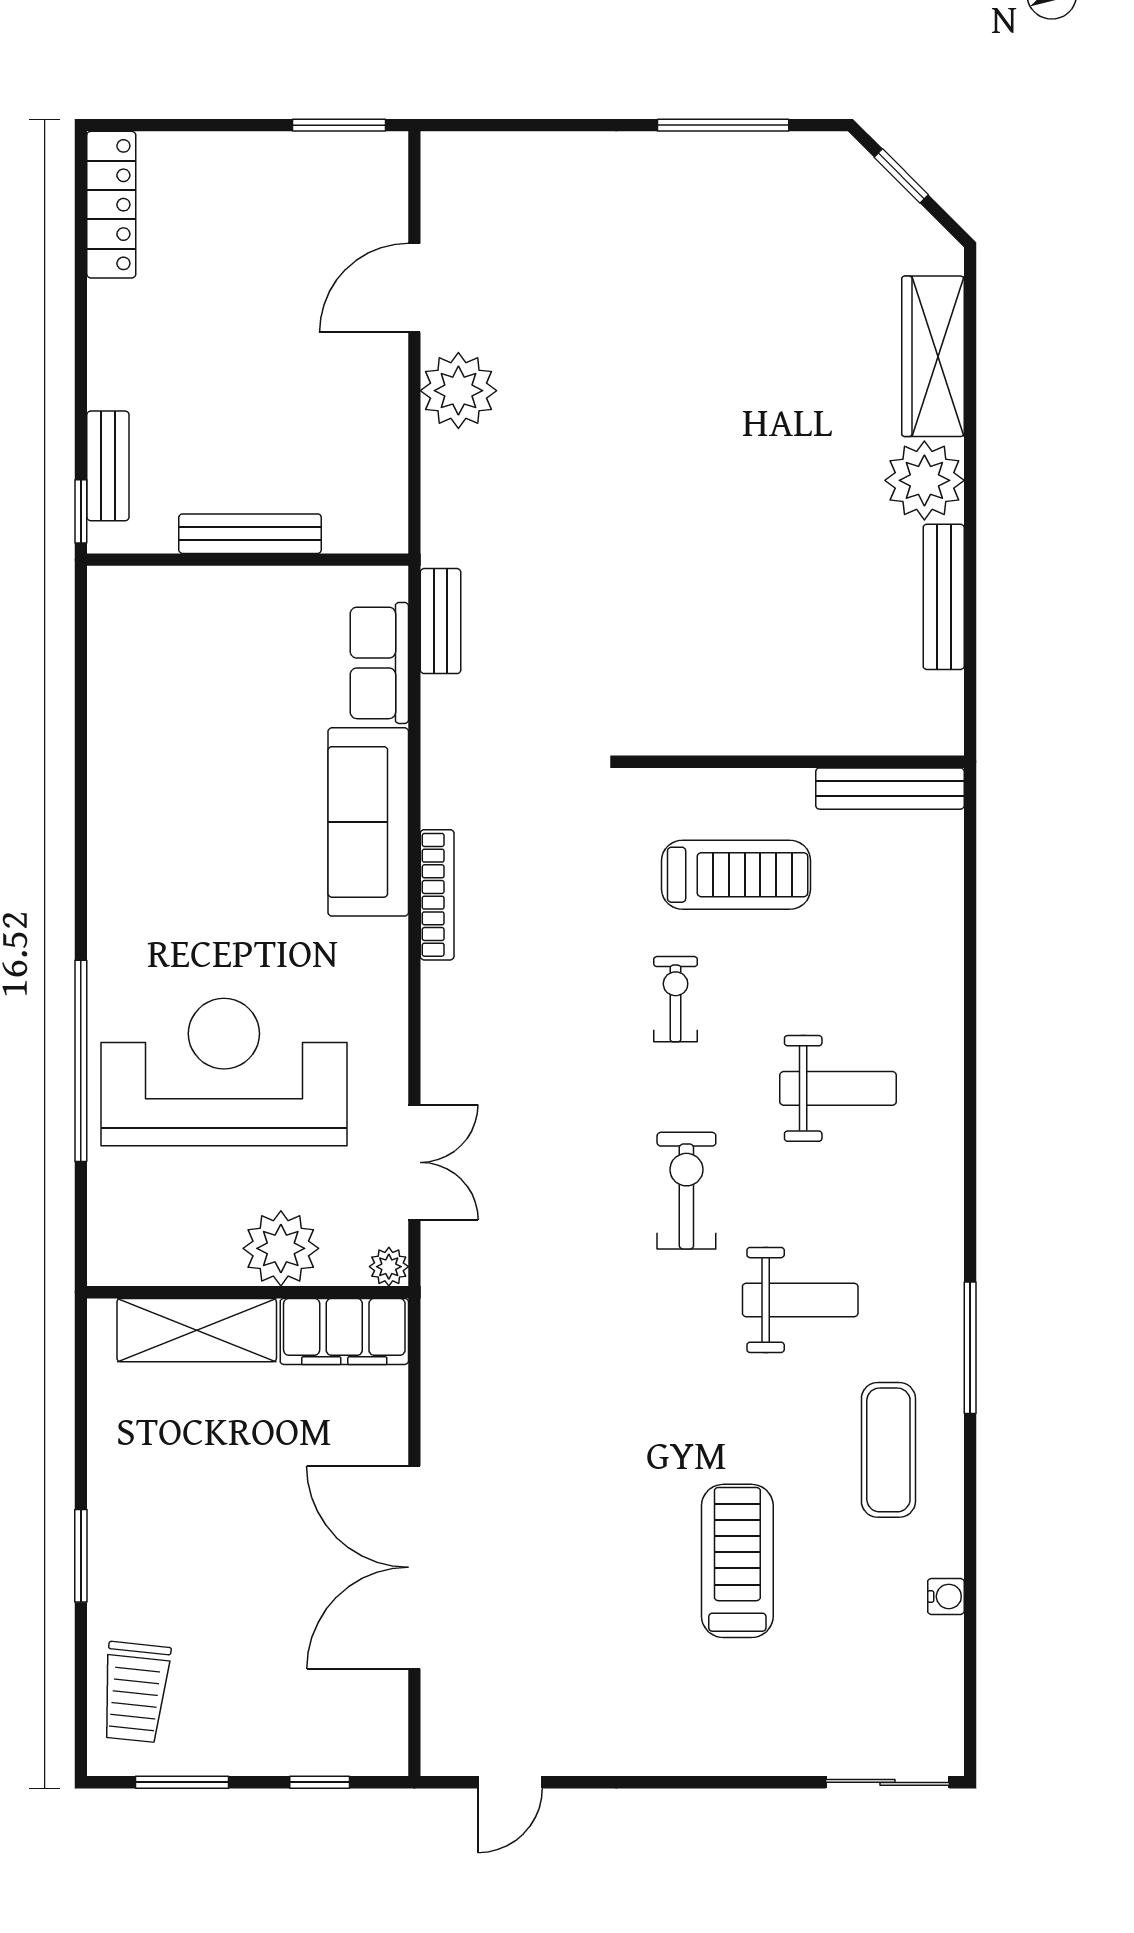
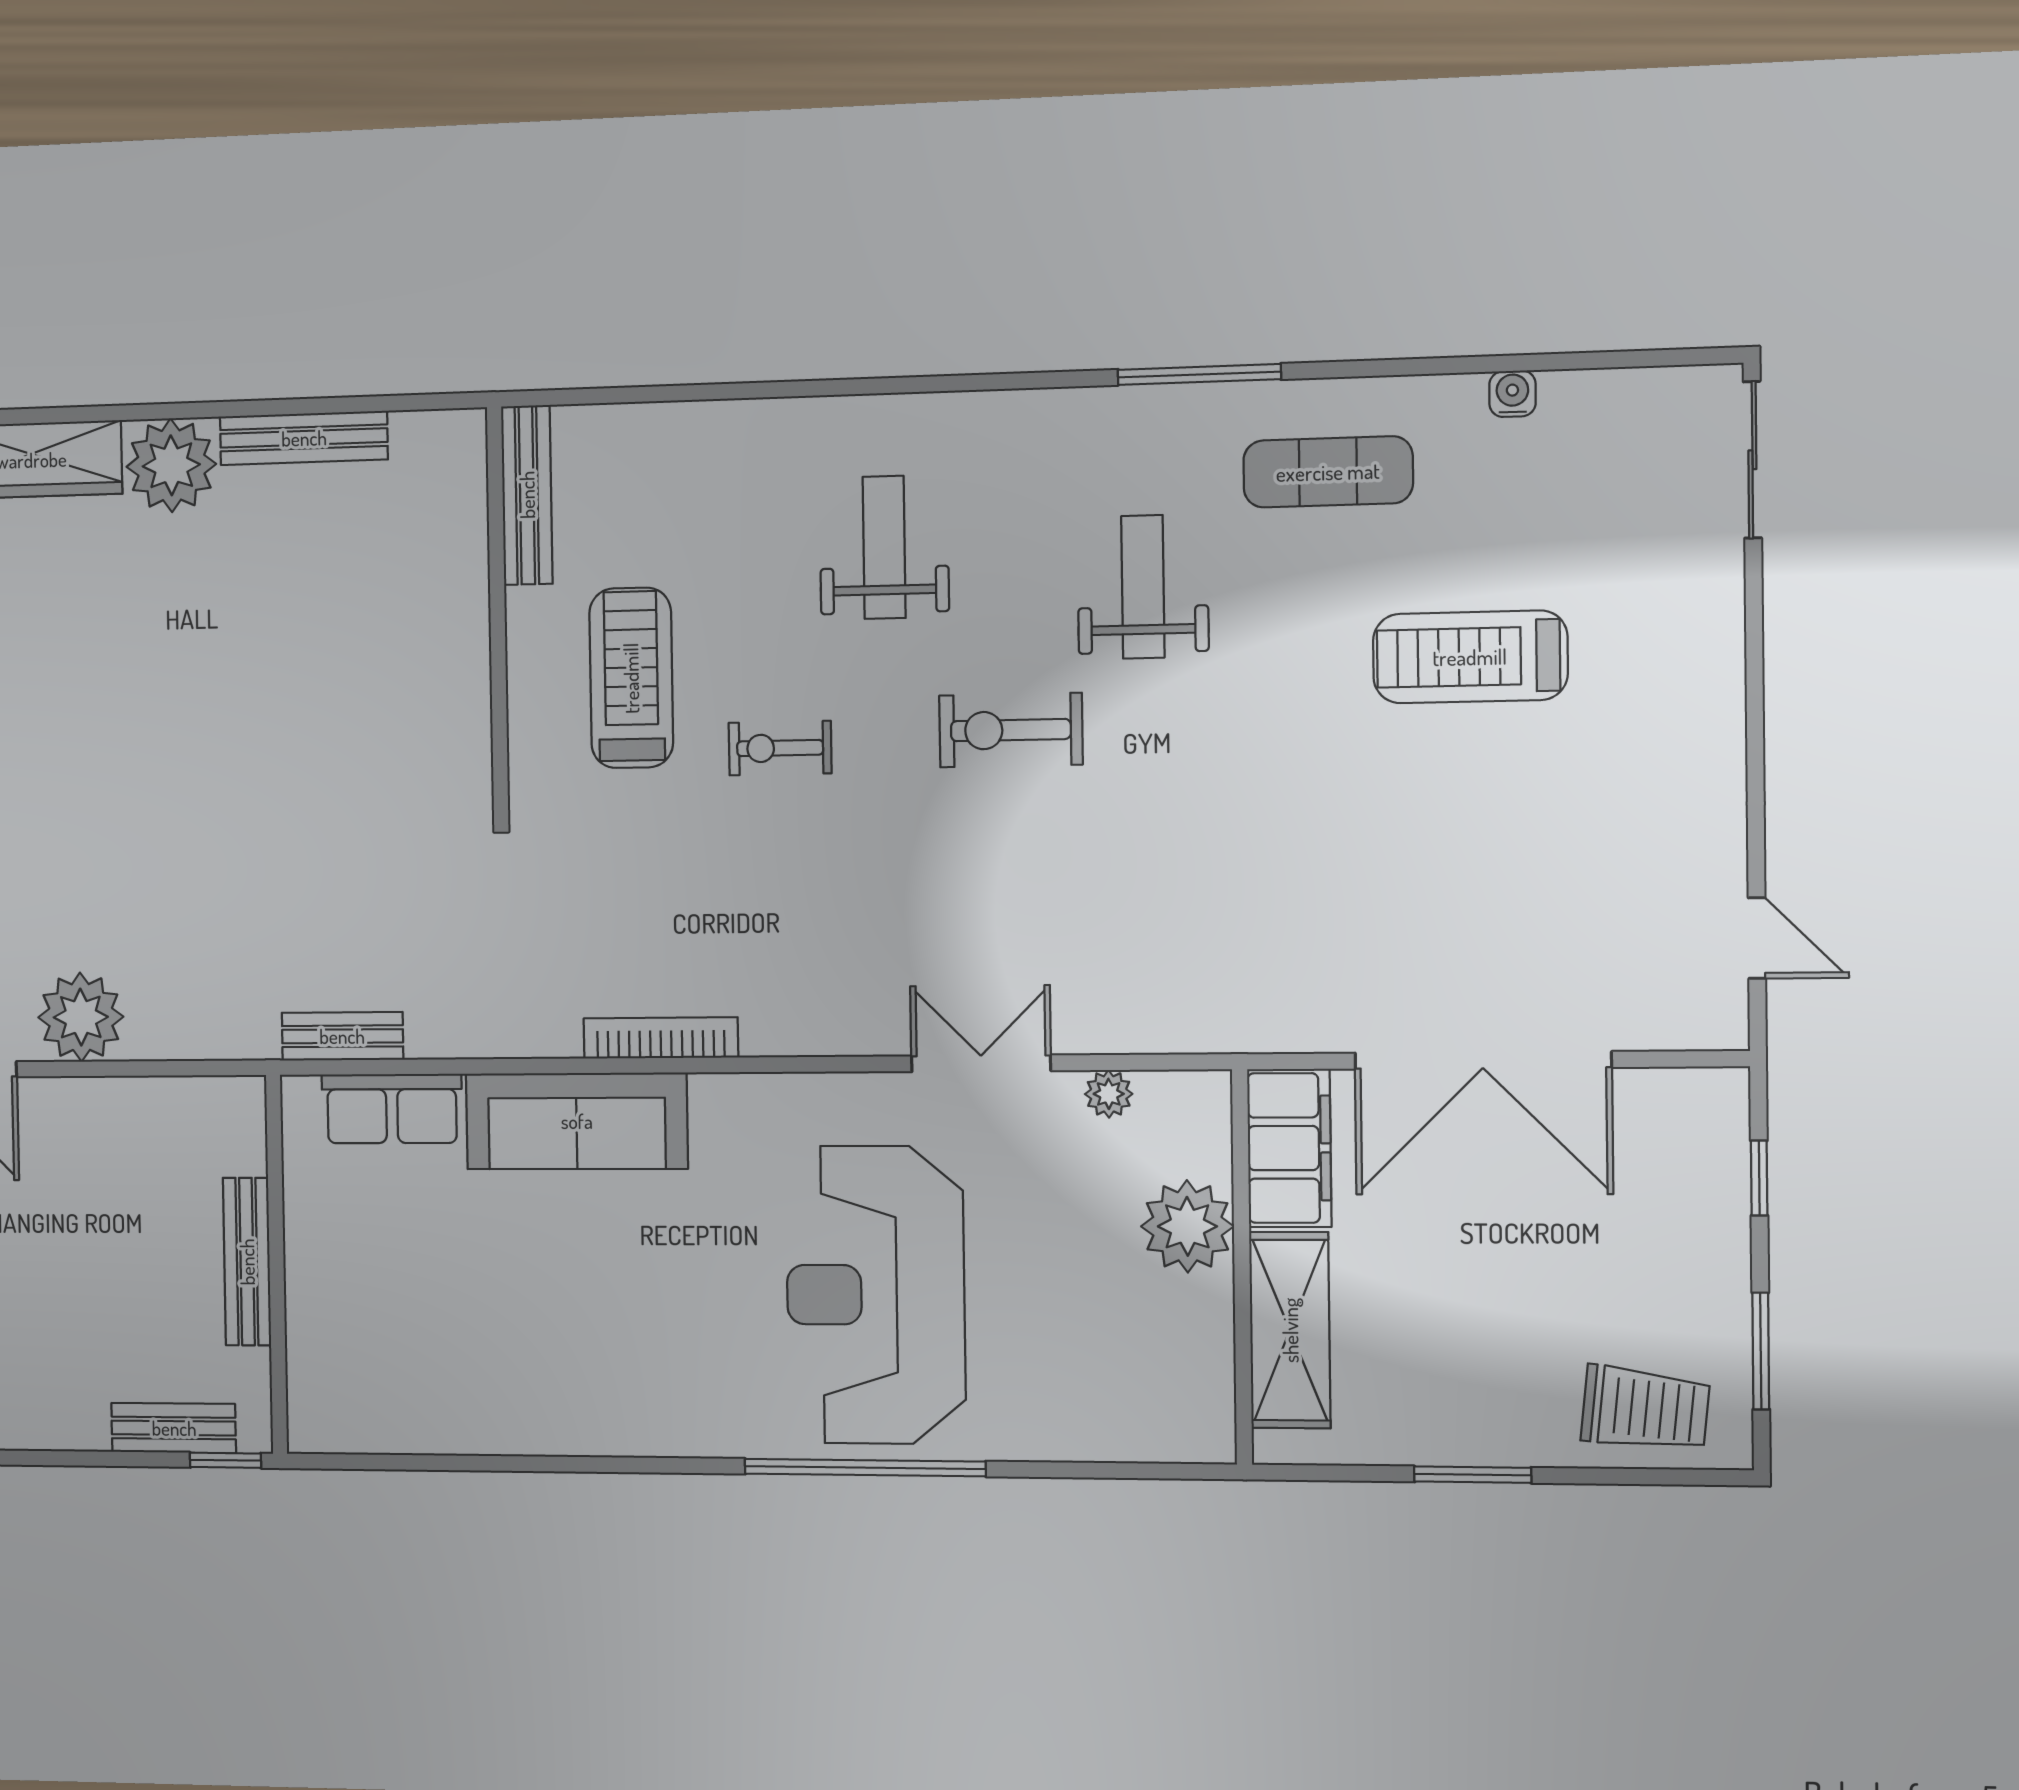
plant: (281, 1248) -> (1187, 1226), moved
wall: (248, 1292) -> (1242, 1267), moved
shelving: (197, 1330) -> (1290, 1330), moved
filing cabinet: (344, 1331) -> (1289, 1148), moved

